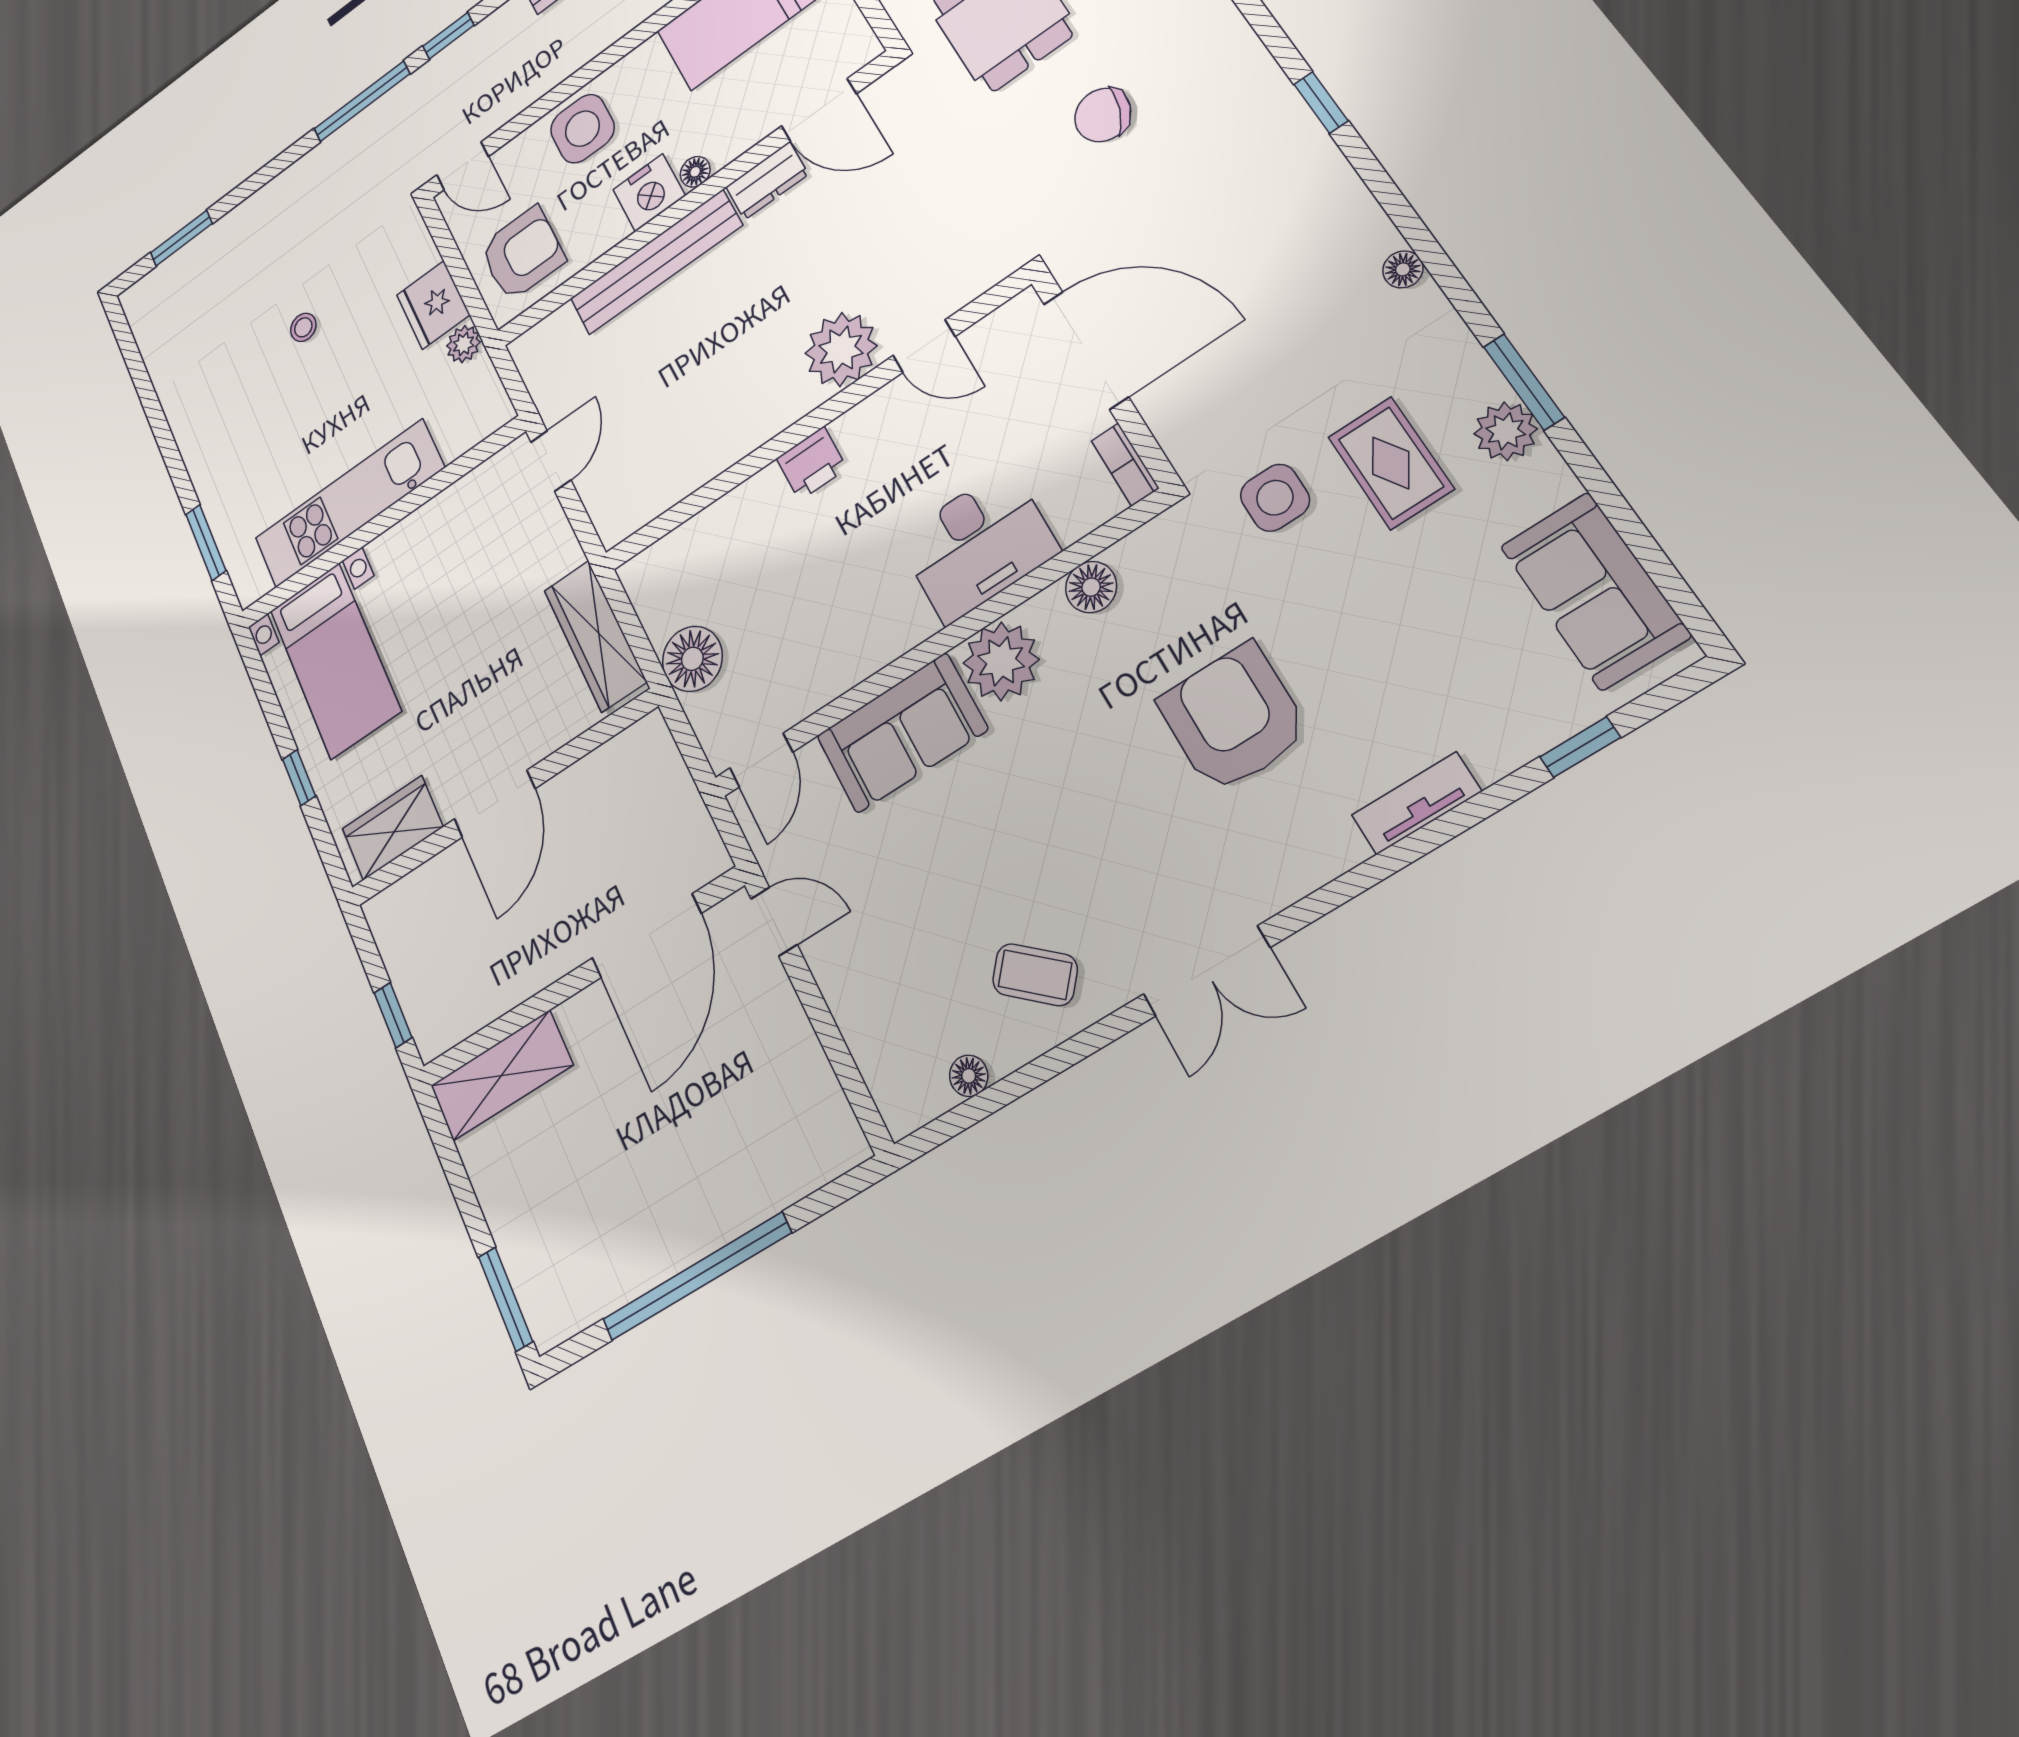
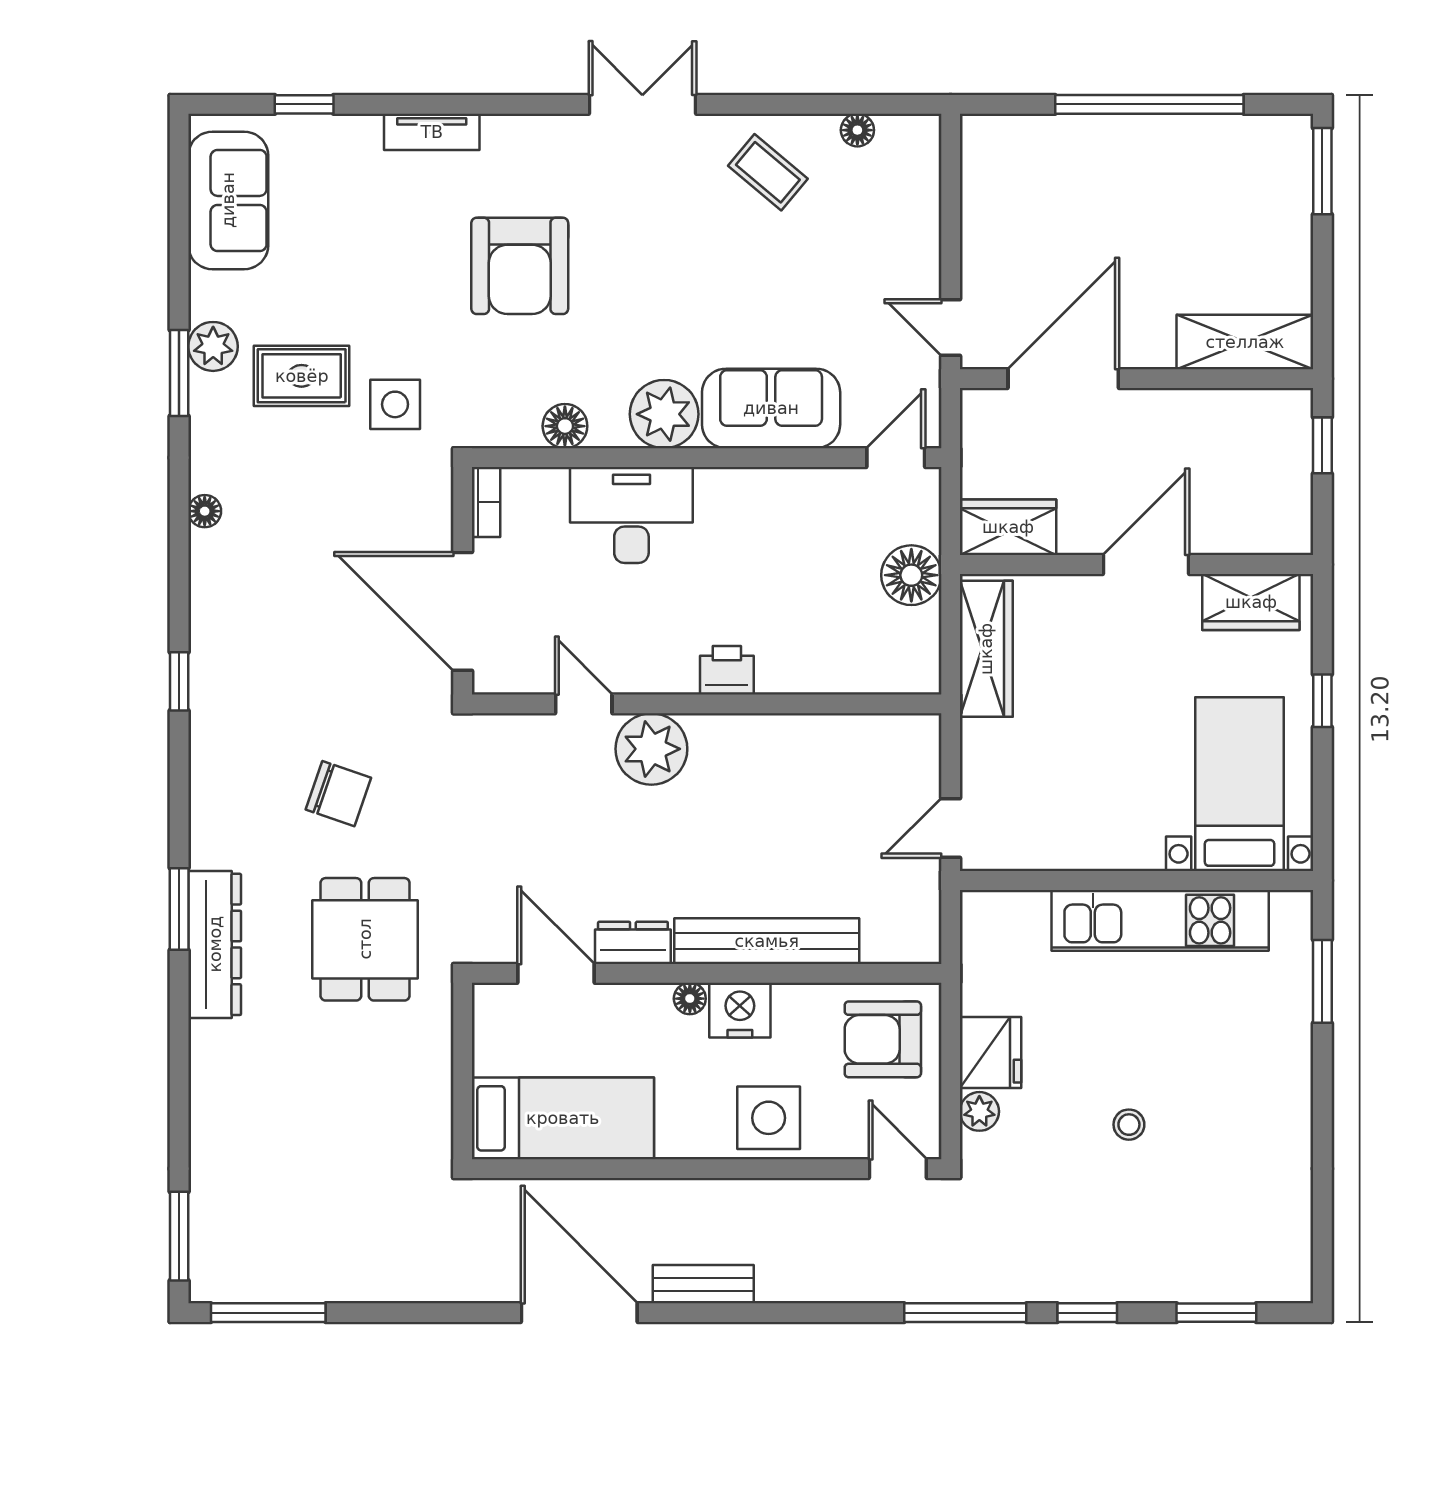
window: (448, 36) -> (1087, 1313), moved
plant: (464, 344) -> (979, 1111), moved
rug: (1391, 463) -> (302, 376), turned 90
wardrobe: (629, 760) -> (1008, 527), added

